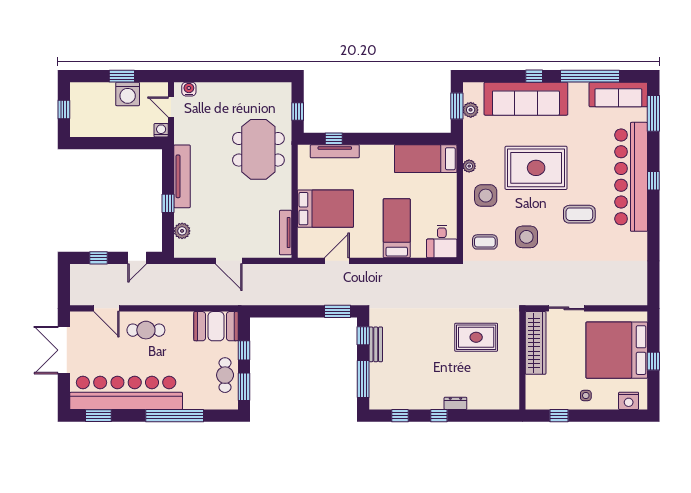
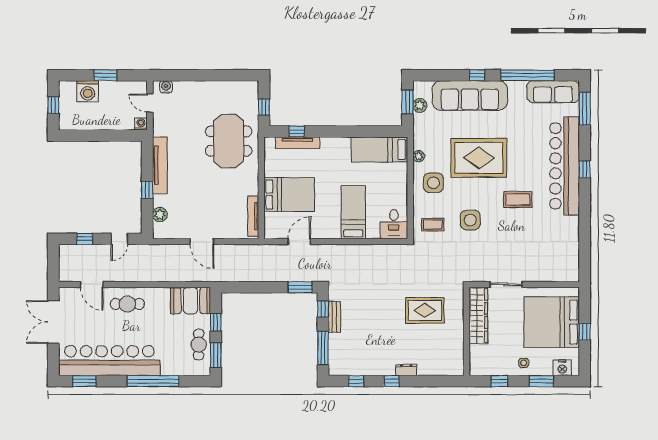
washing machine: (128, 94) -> (88, 91), moved
window: (606, 416) -> (541, 381), added

